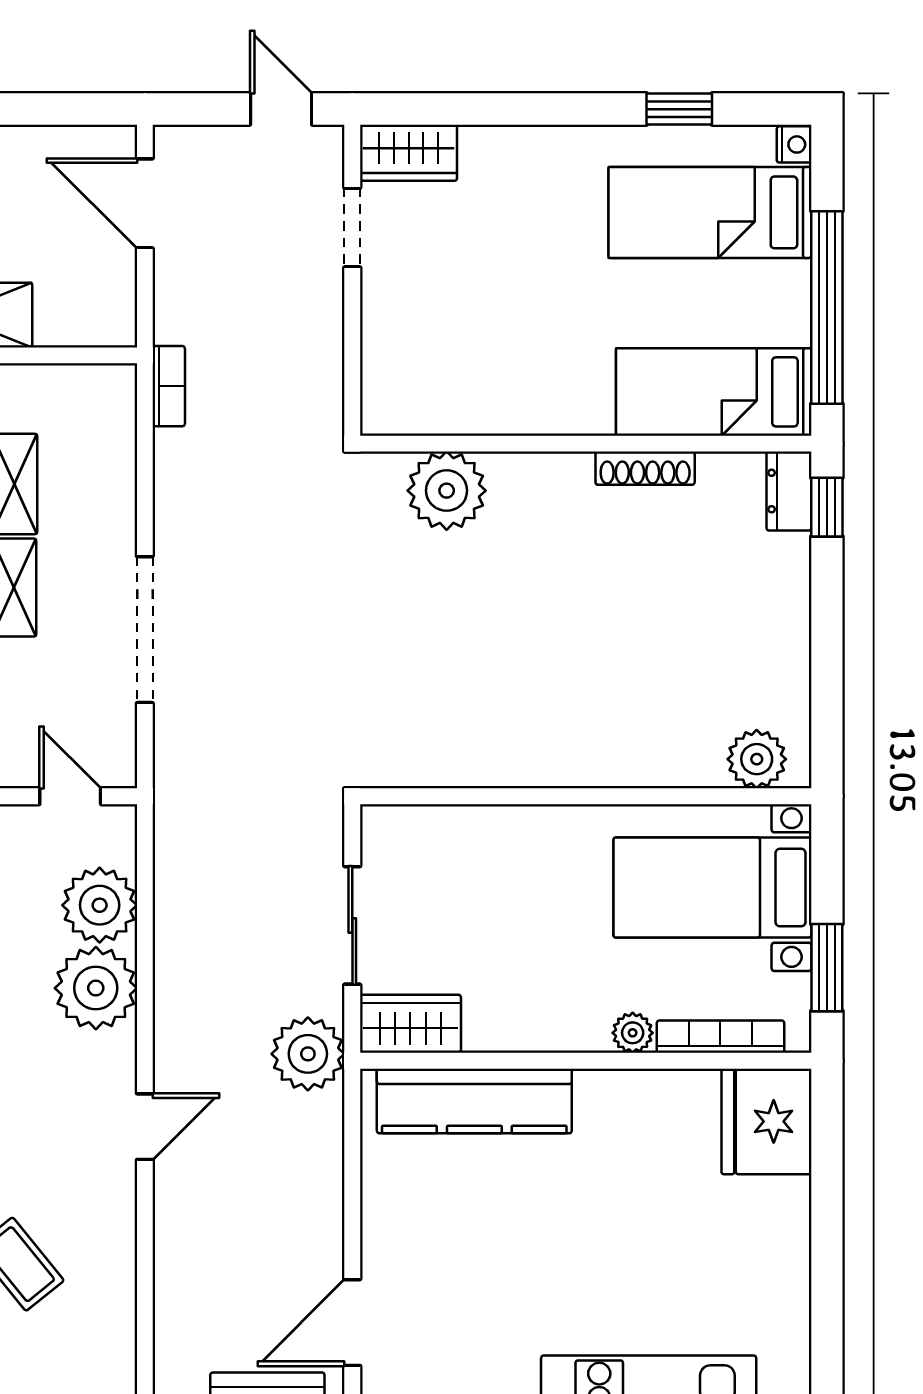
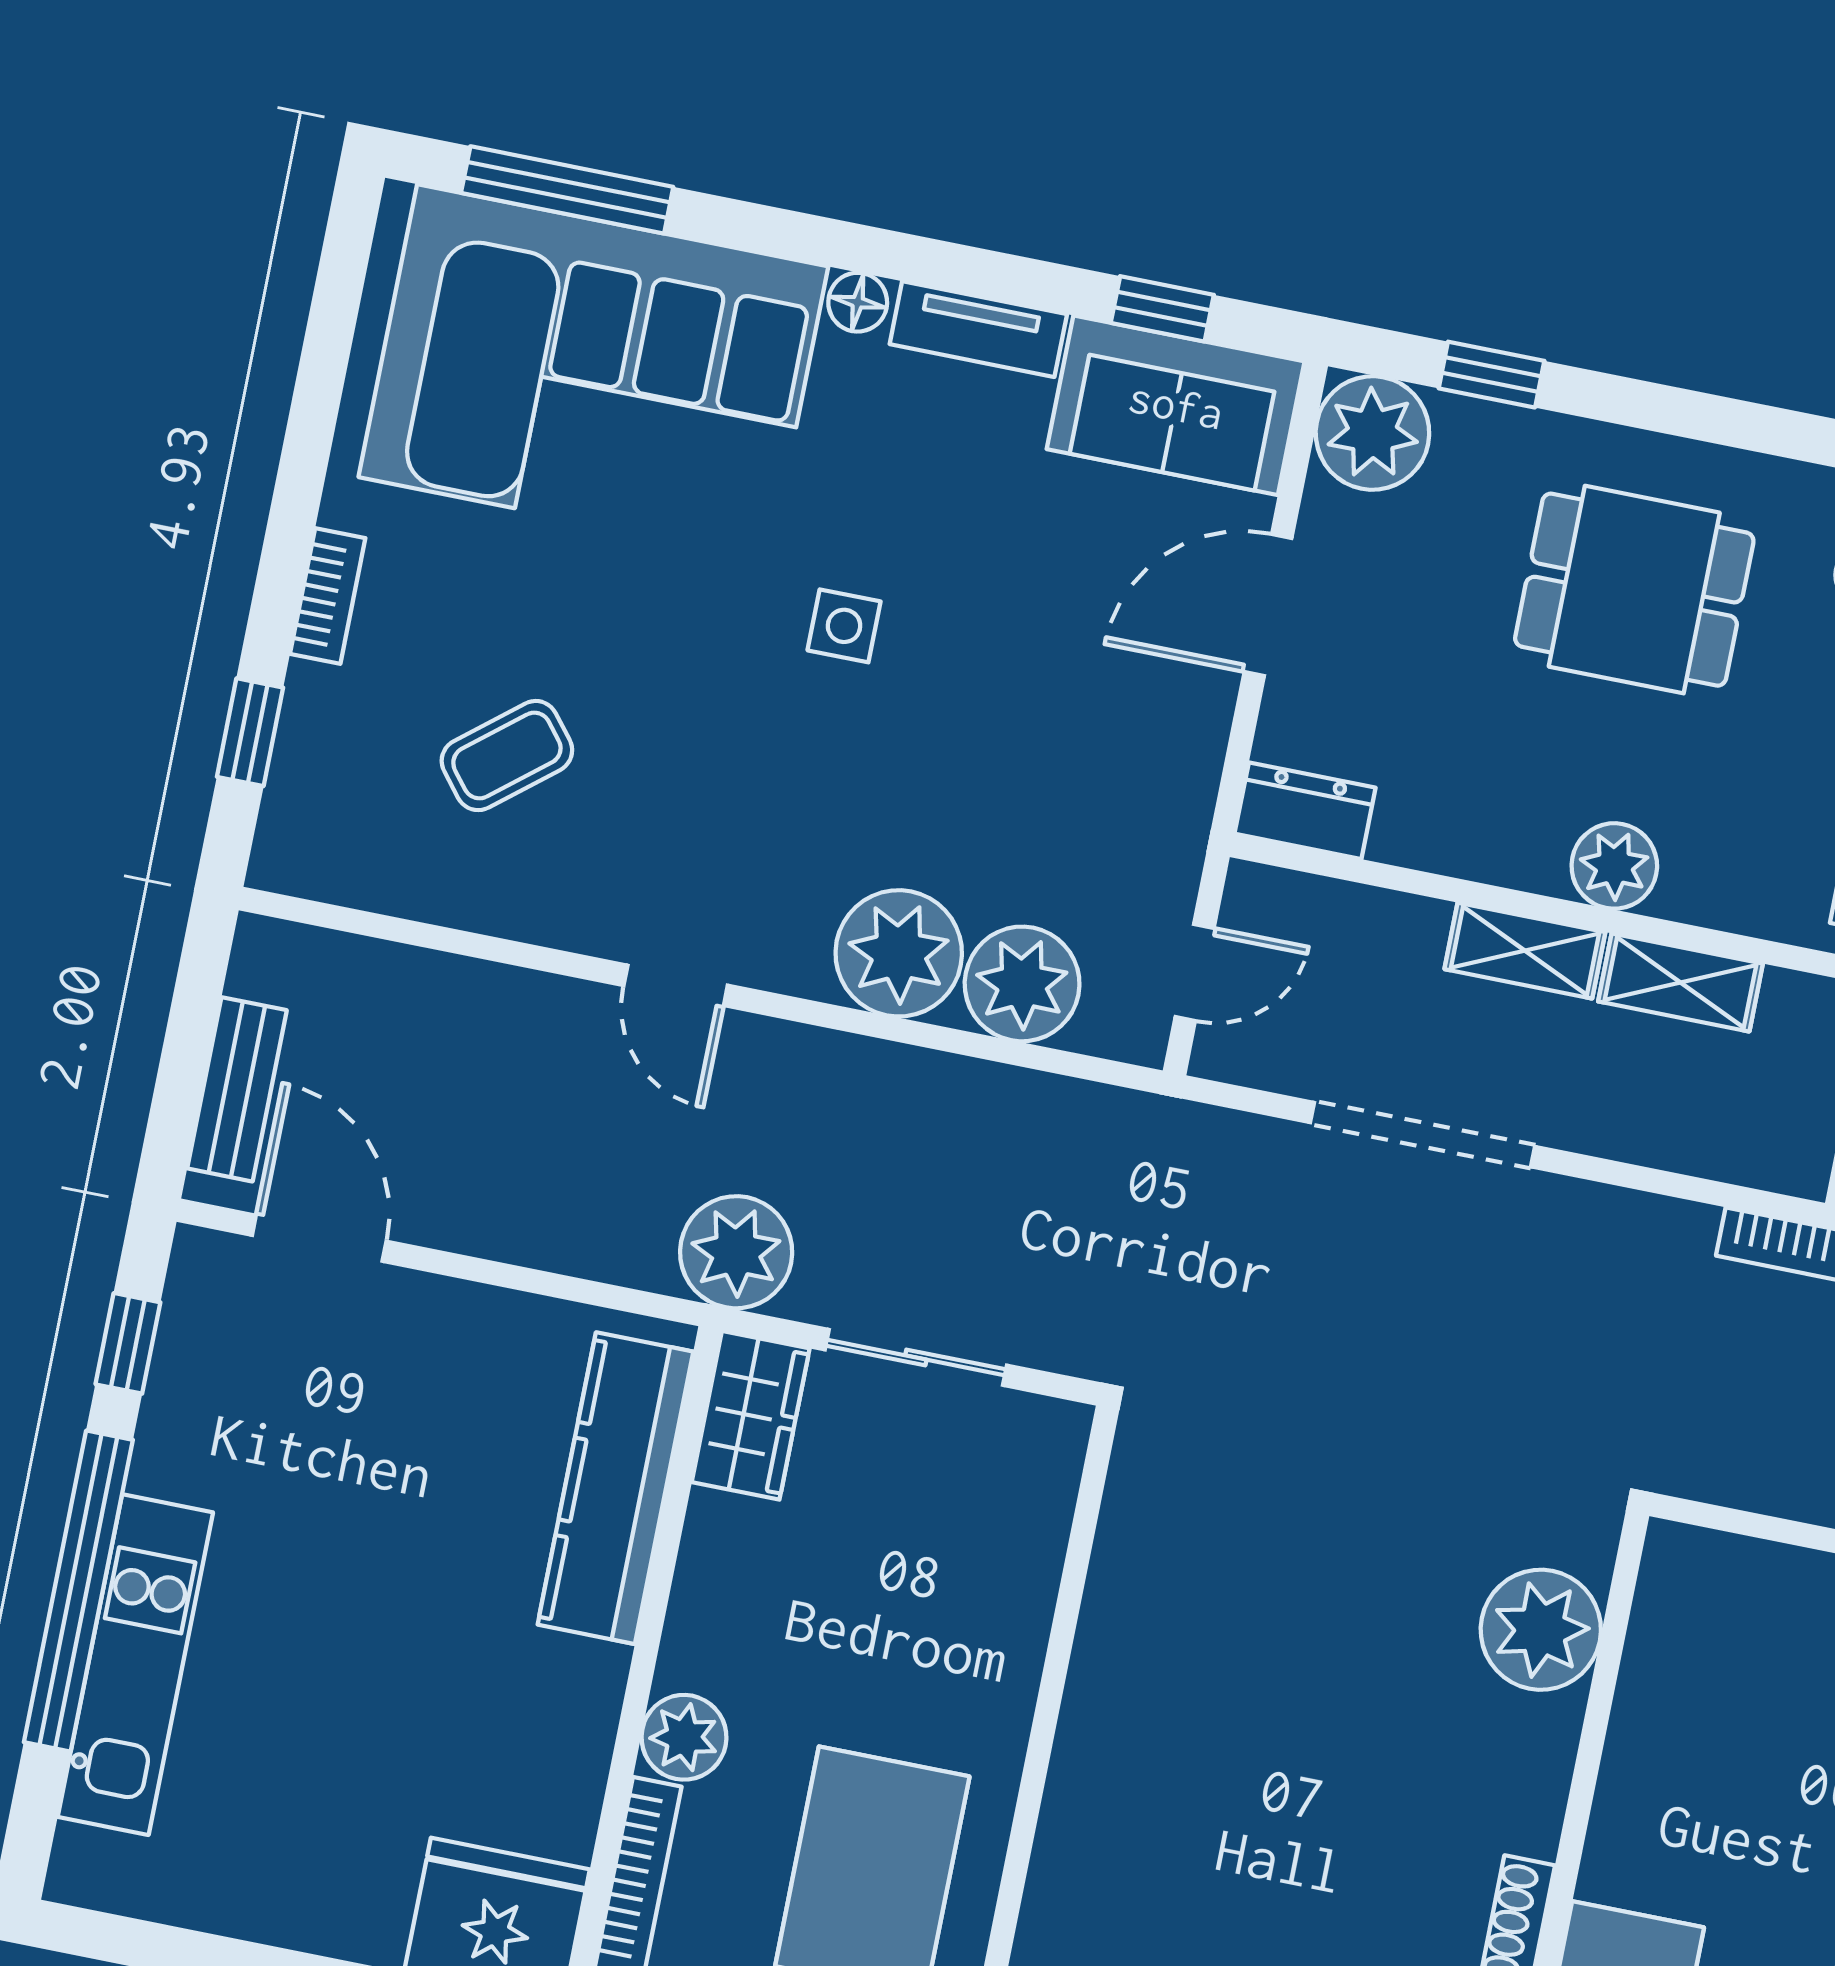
plant: (633, 1033) -> (684, 1737), width x1.38, depth x1.38

